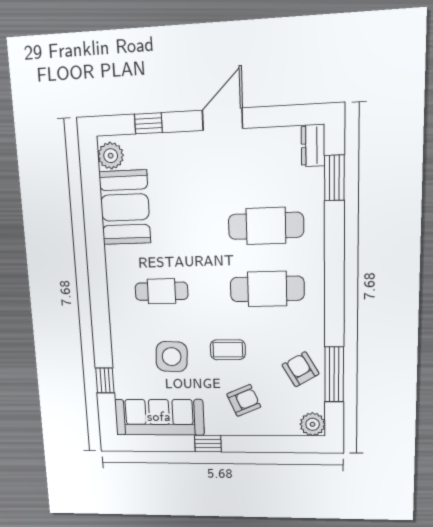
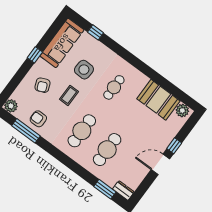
door: (222, 119) -> (160, 164), swing flipped
window: (148, 123) -> (174, 146), moved
armchair: (301, 369) -> (38, 119), turned -150

